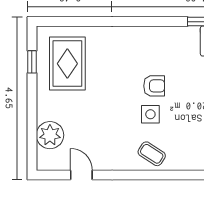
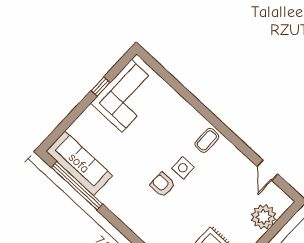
coffee table: (152, 154) -> (207, 140), turned 57

